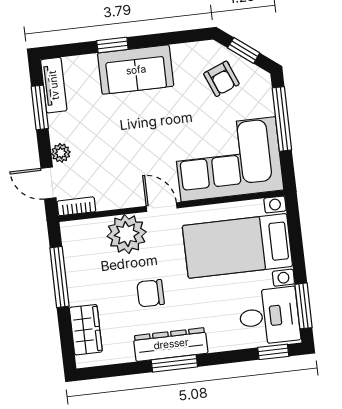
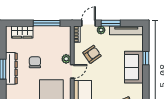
tv unit: (54, 85) -> (126, 30), width x1.41
window: (40, 107) -> (111, 23), moved
armchair: (118, 167) -> (92, 54), added
plant: (127, 234) -> (66, 59), width x0.53, depth x0.53

